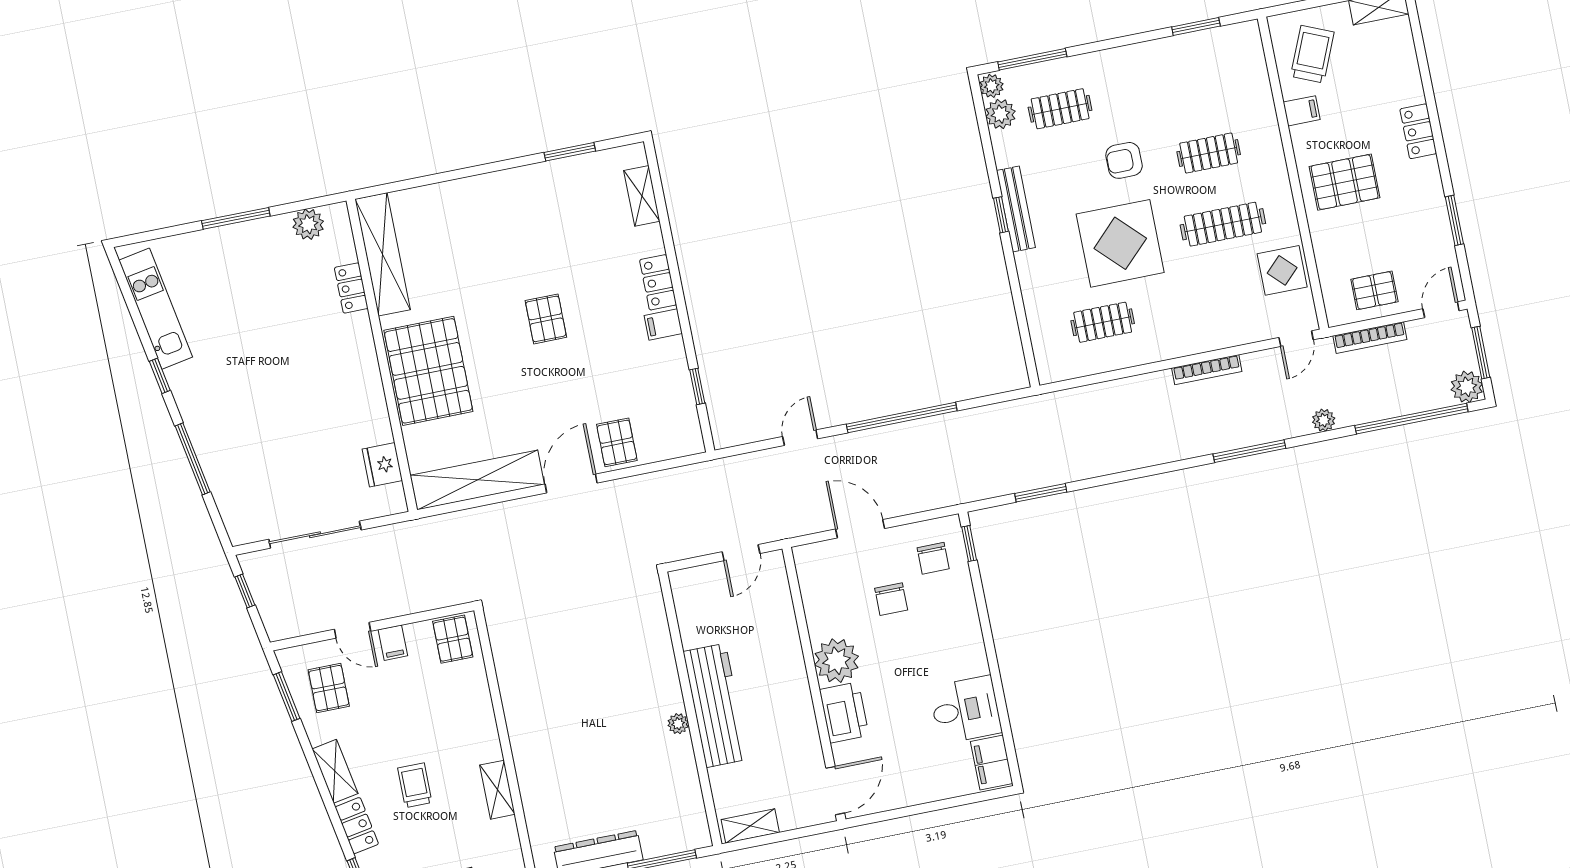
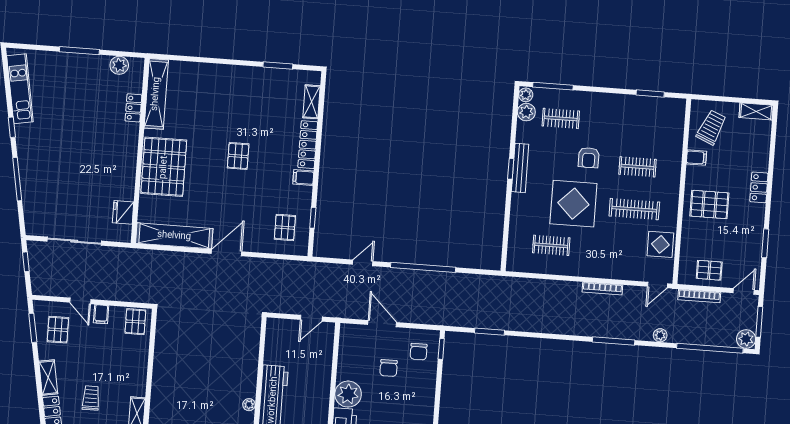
armchair: (1124, 160) -> (589, 158), turned -90
locker: (658, 282) -> (308, 145), width x1.53
pallet: (617, 442) -> (285, 227), moved

